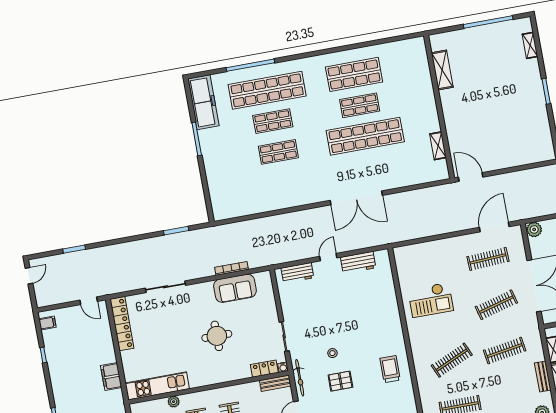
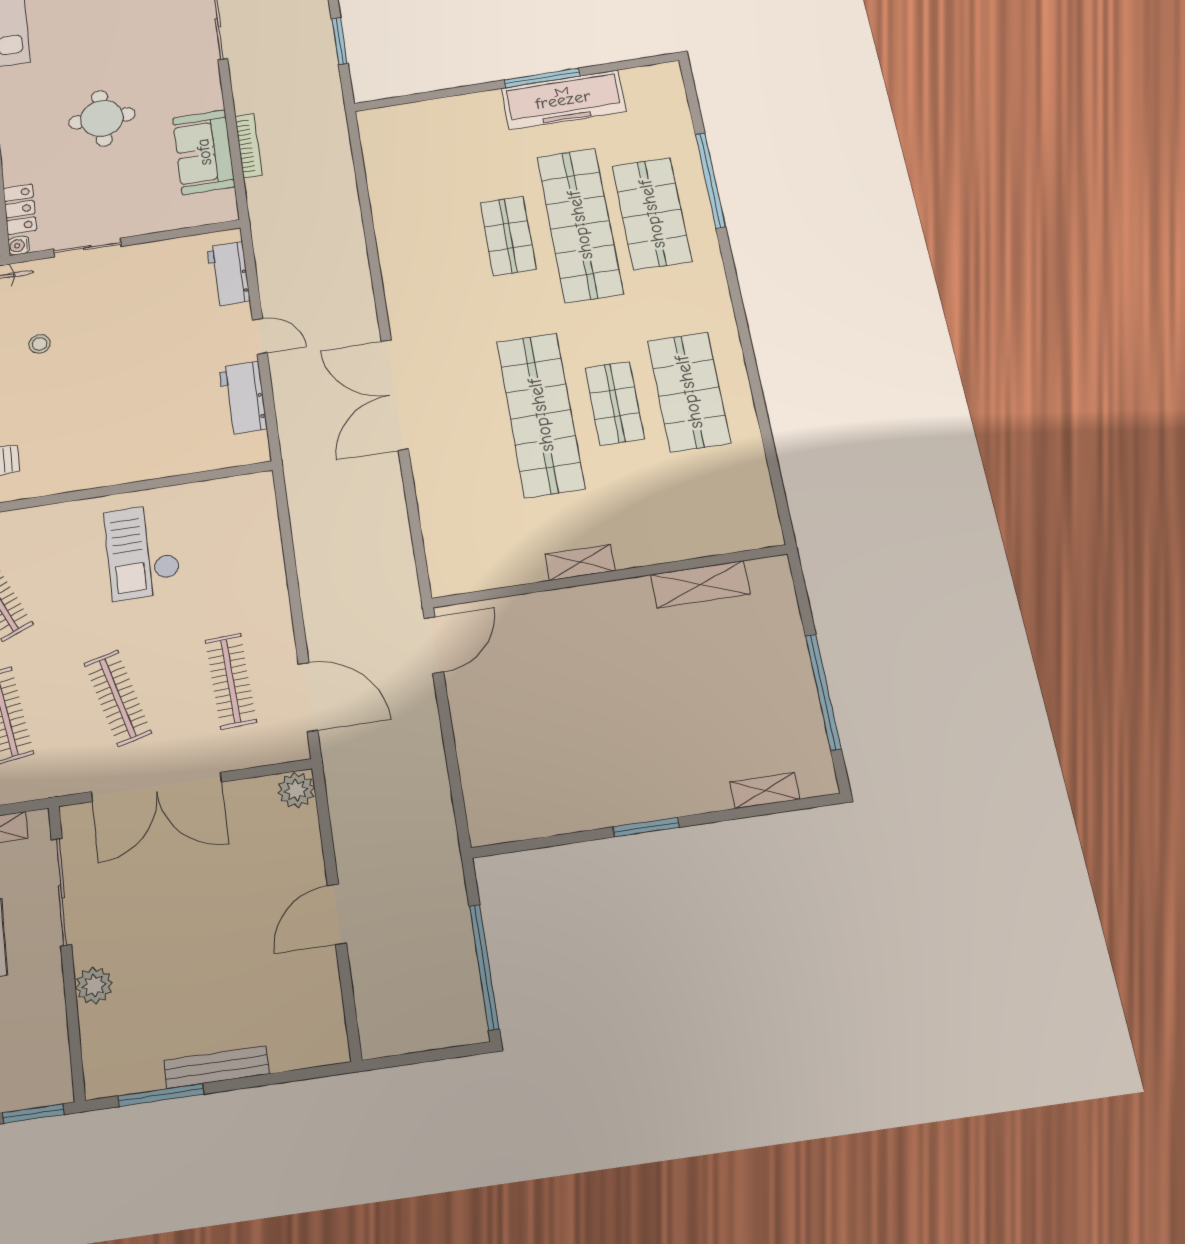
shop shelf: (267, 90) -> (652, 214), width x0.71
freezer: (203, 102) -> (563, 100), moved
shop shelf: (273, 121) -> (580, 225), width x2.00, depth x1.36
shelving: (438, 146) -> (580, 562), moved

